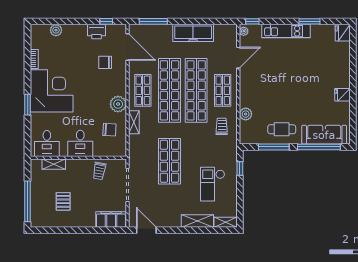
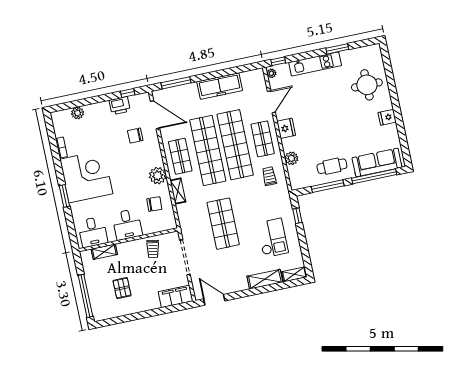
fridge: (343, 33) -> (286, 128), moved, turned 180
round table: (330, 61) -> (367, 85), added
checkout: (213, 184) -> (273, 238), turned 180

